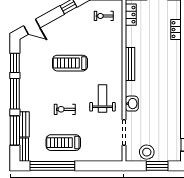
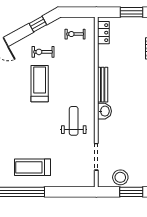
treadmill: (70, 63) -> (40, 84), turned 90
washbasin: (132, 104) -> (105, 111), moved
exercise bike: (65, 109) -> (43, 52), moved

